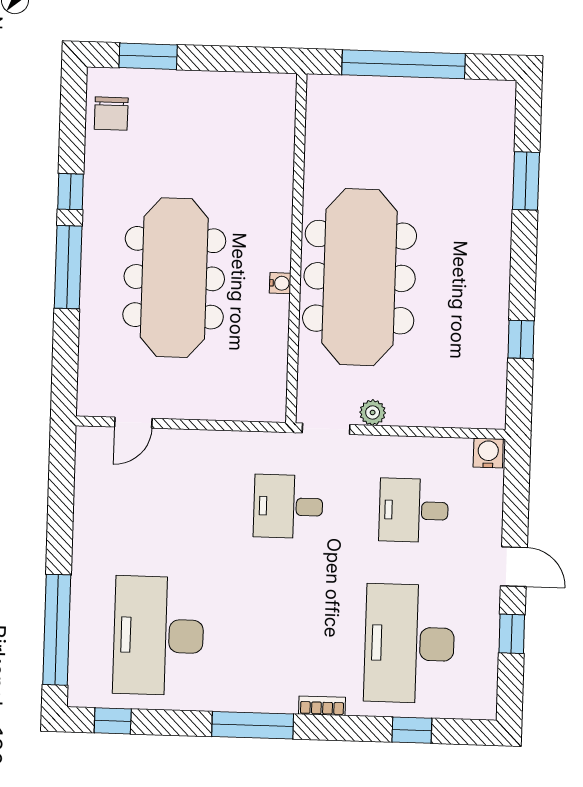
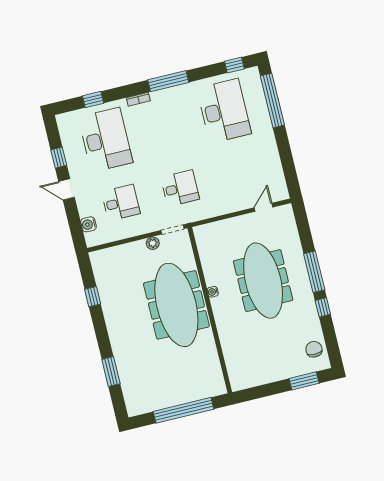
water cooler: (488, 453) -> (89, 224), moved, turned 90

